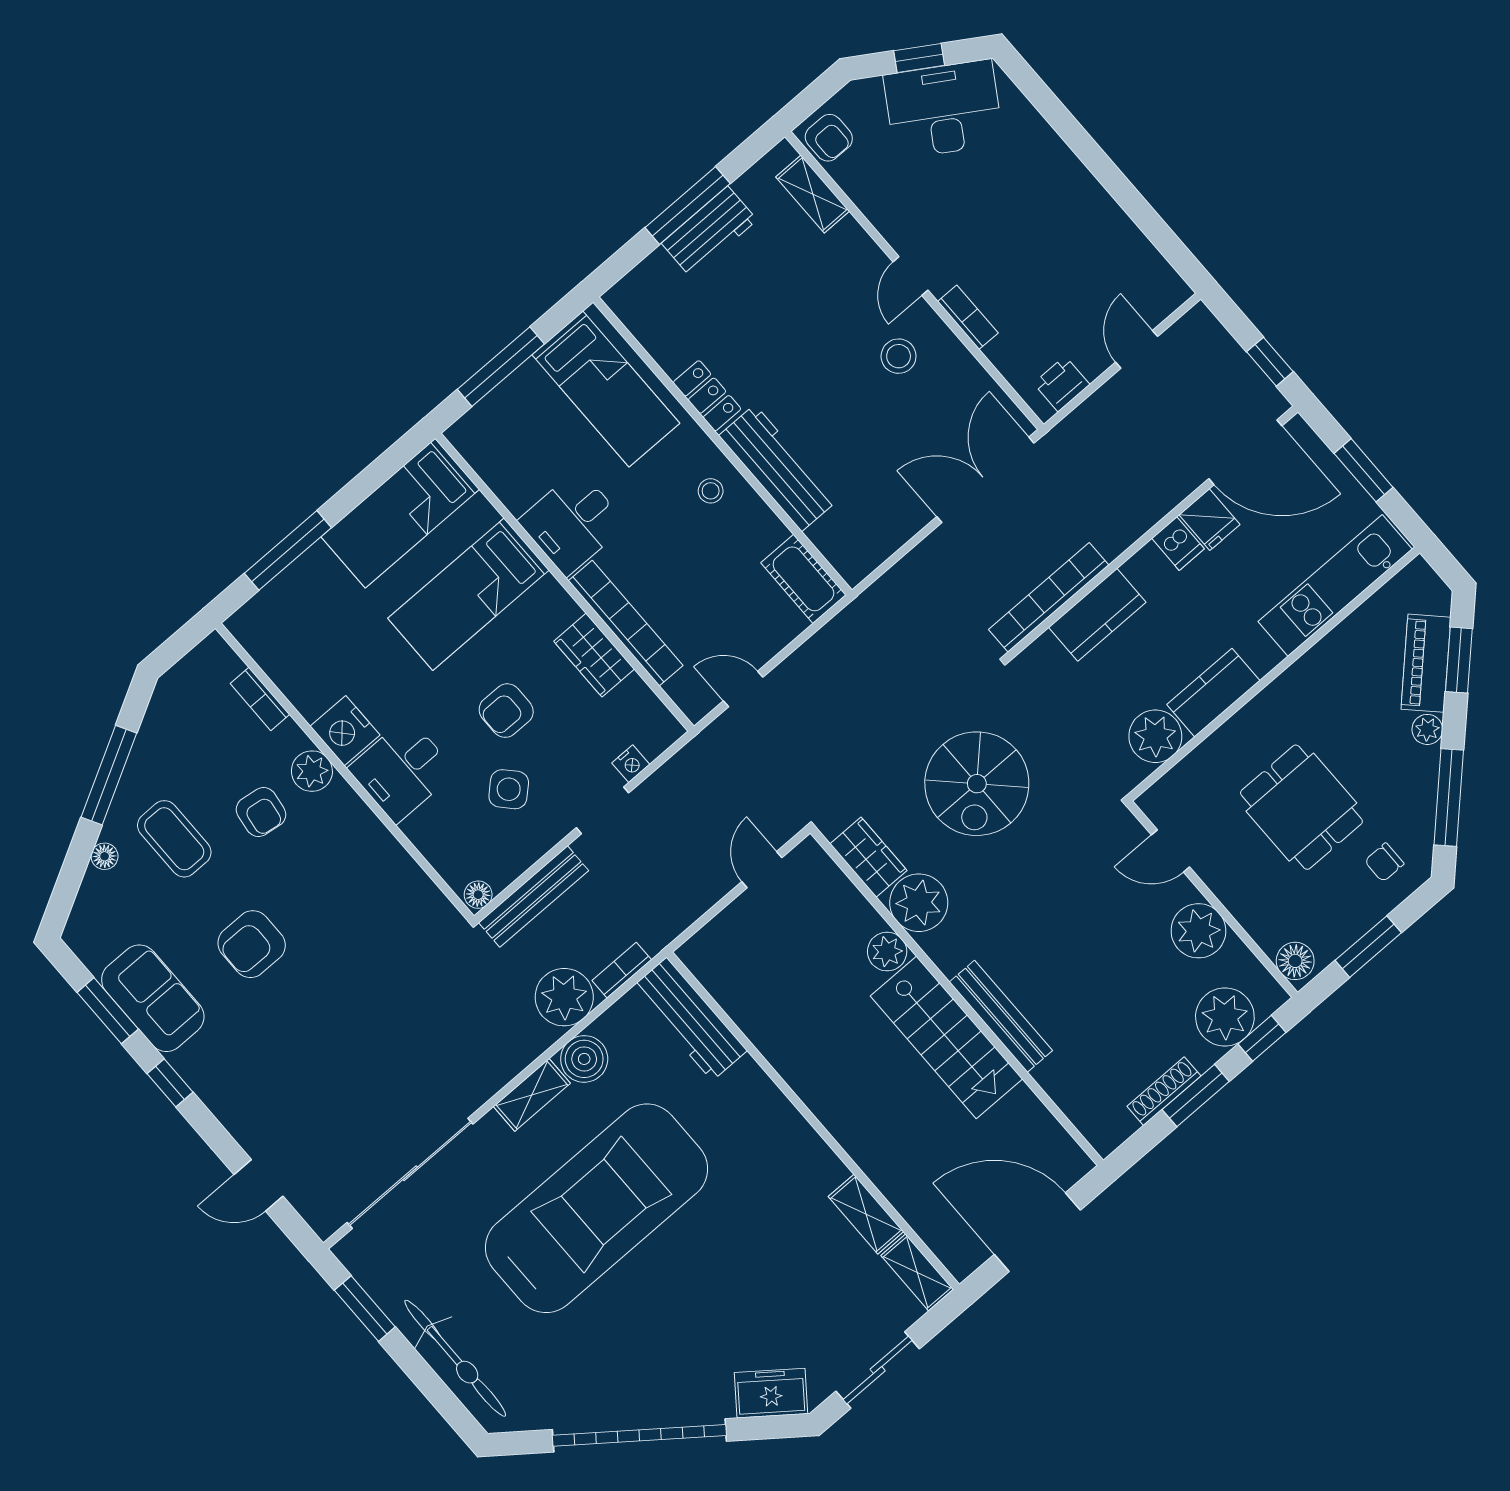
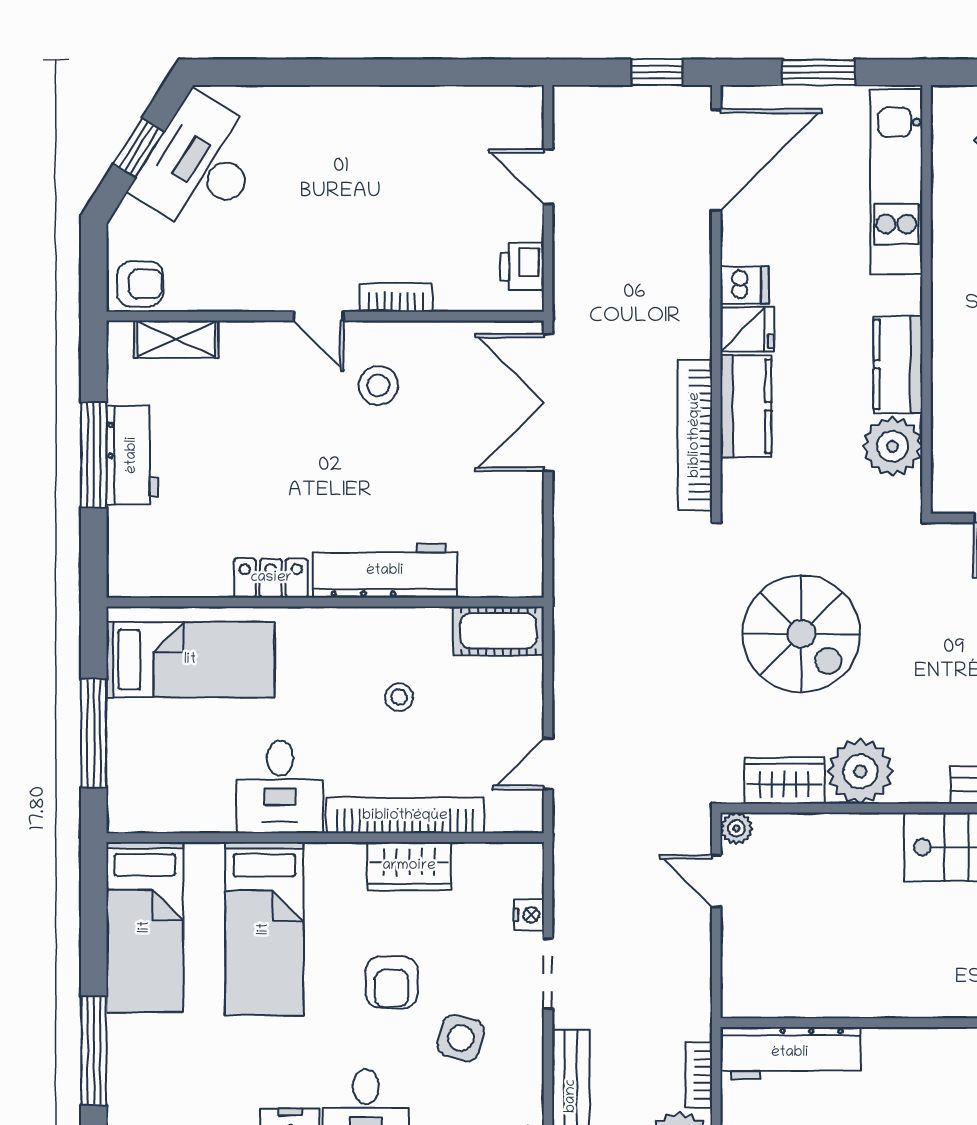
stool: (711, 491) -> (399, 697), moved
fridge: (1210, 520) -> (747, 329), moved
side table: (509, 789) -> (461, 1038), turned -32
plant: (887, 952) -> (736, 828), moved, width x0.73, depth x0.73

